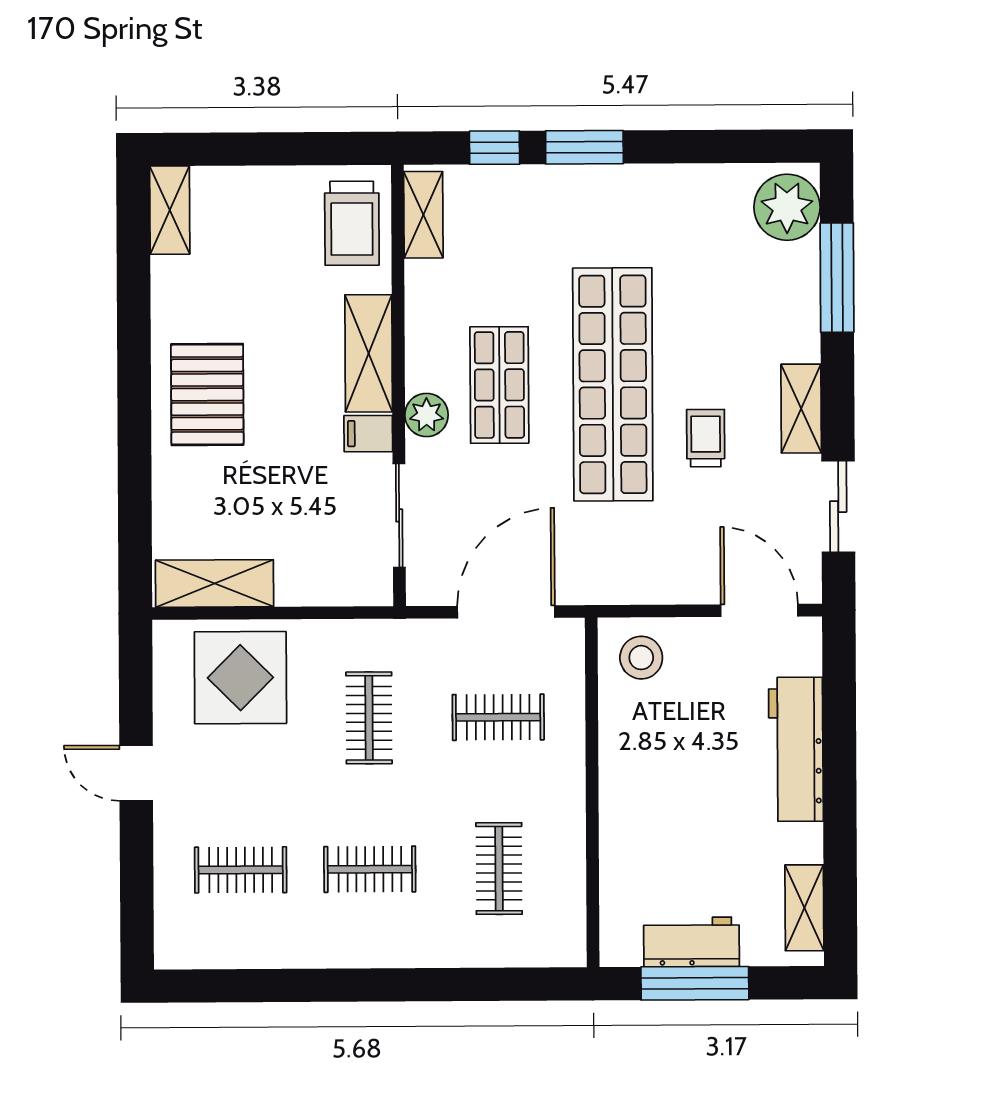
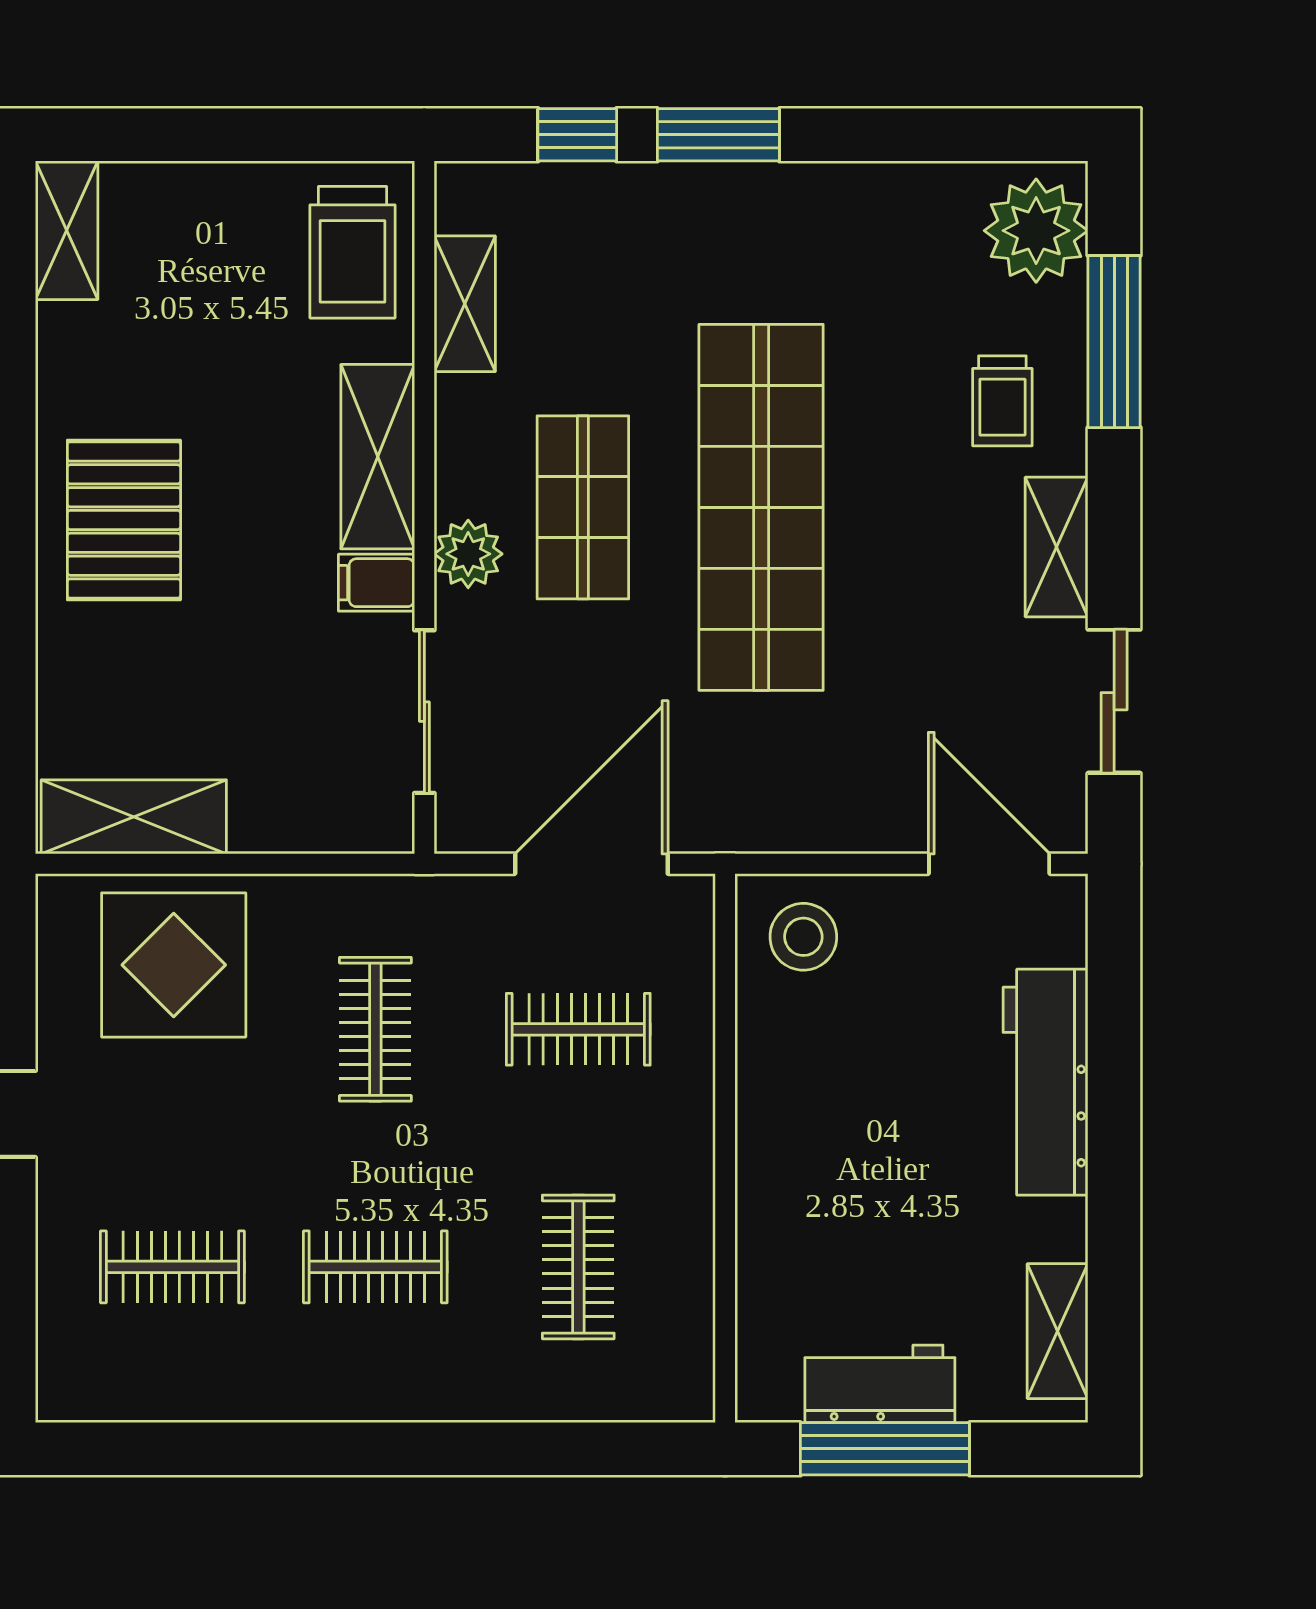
shelving: (423, 215) -> (465, 304), moved
trolley: (706, 438) -> (1002, 401), moved, turned 180

